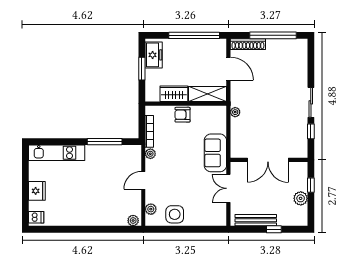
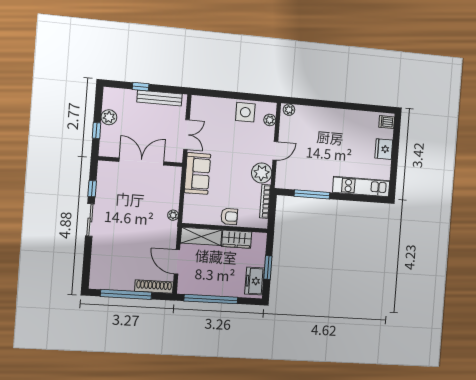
plant: (150, 154) -> (262, 173), width x1.88, depth x1.88

